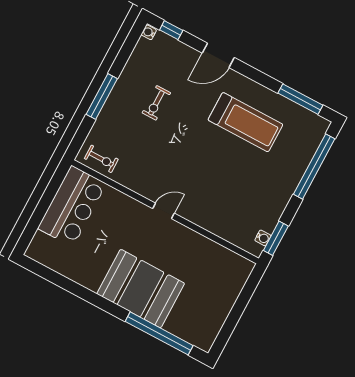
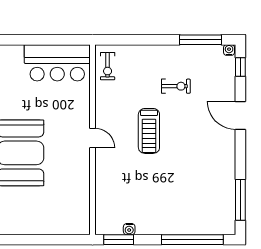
window: (102, 96) -> (201, 40), moved
exercise bike: (156, 103) -> (176, 86), turned 180
treadmill: (245, 122) -> (149, 131), moved, width x0.73, depth x0.73
water cooler: (263, 238) -> (129, 229), moved

